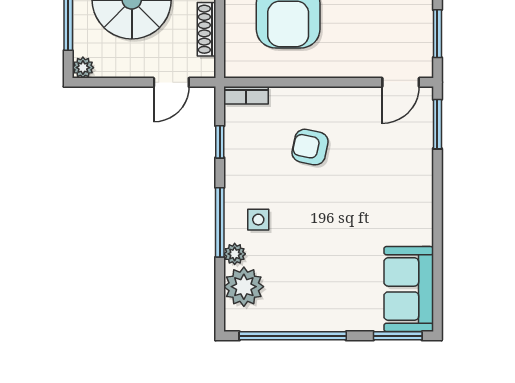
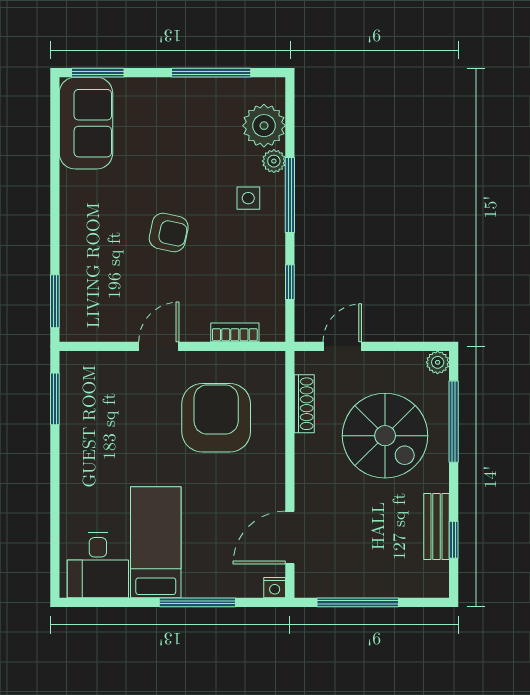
door: (401, 82) -> (159, 346), moved
bookcase: (246, 95) -> (235, 332), moved
armchair: (310, 147) -> (169, 232), moved
window: (293, 336) -> (211, 73), width x0.68

